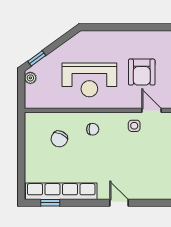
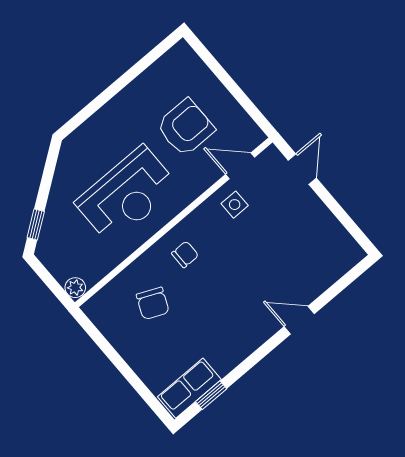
armchair: (142, 72) -> (186, 127), turned -90
plant: (30, 78) -> (75, 288), moved
row of seats: (61, 191) -> (189, 388), width x0.50

